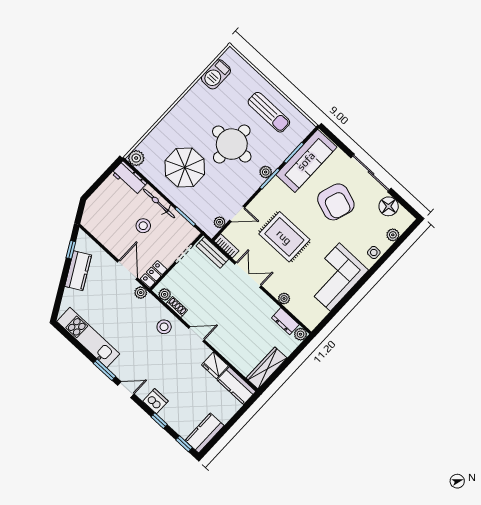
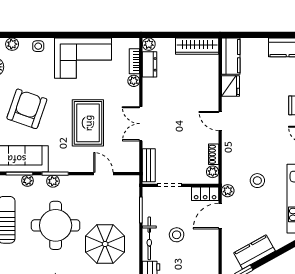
plant: (220, 222) -> (27, 181), moved
bookcase: (226, 246) -> (134, 61), moved
stool: (164, 327) -> (257, 181), moved

